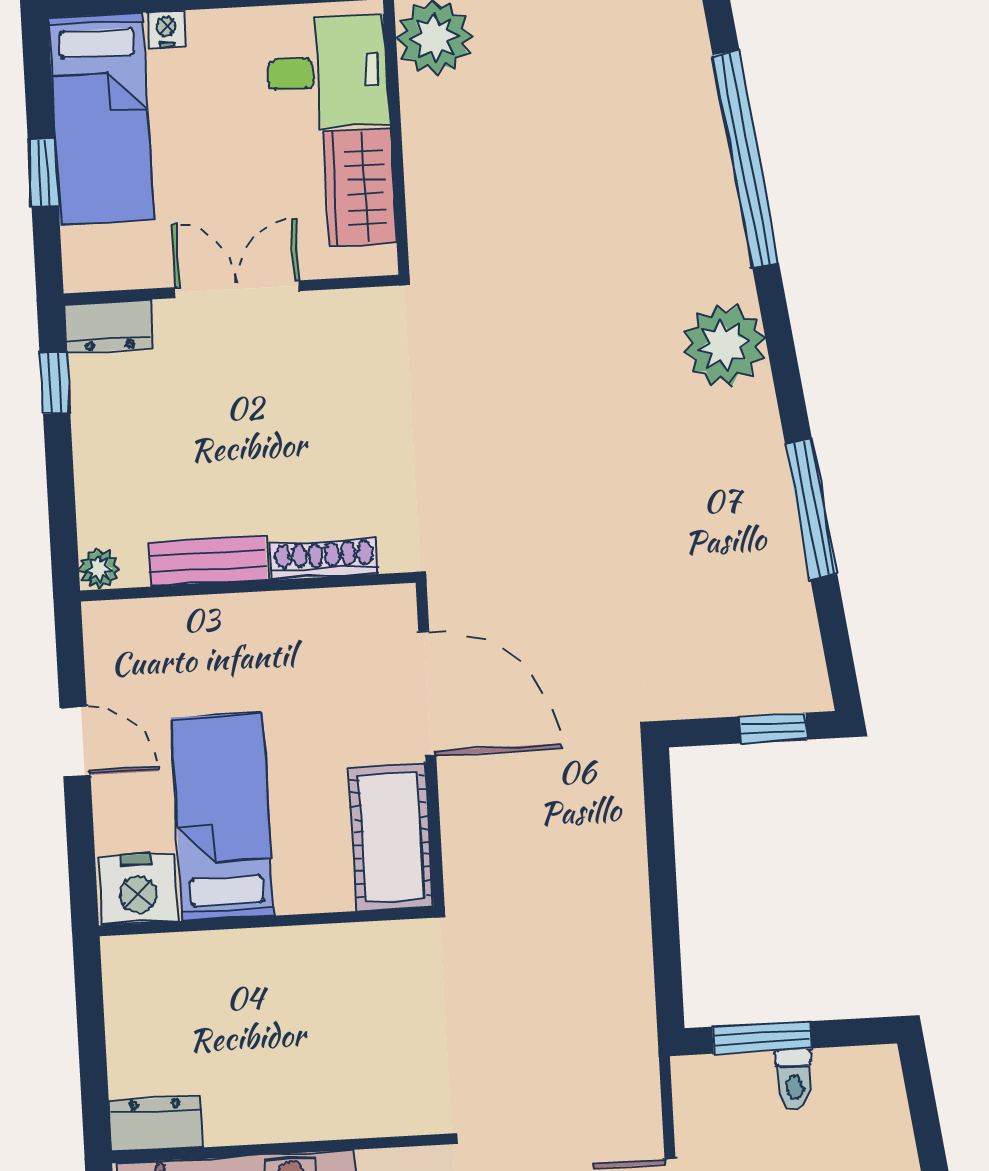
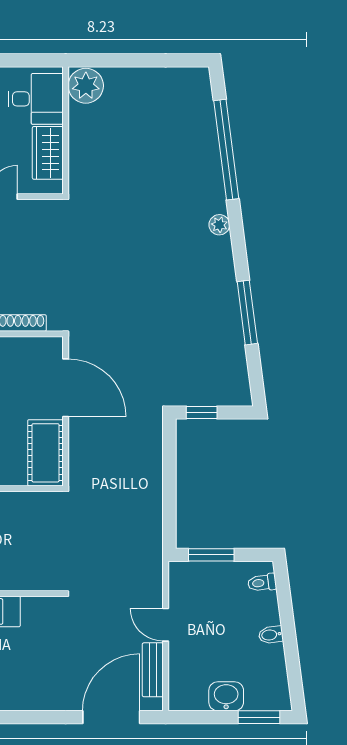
plant: (724, 345) -> (219, 225), width x0.53, depth x0.53
window: (773, 728) -> (202, 412), moved
toilet: (794, 1079) -> (262, 583), moved, turned 83

